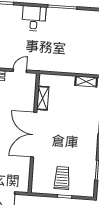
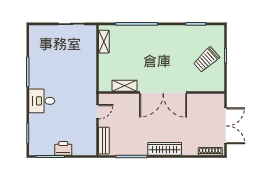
door: (20, 71) -> (98, 112), swing flipped
trolley: (62, 178) -> (206, 60), turned -42

